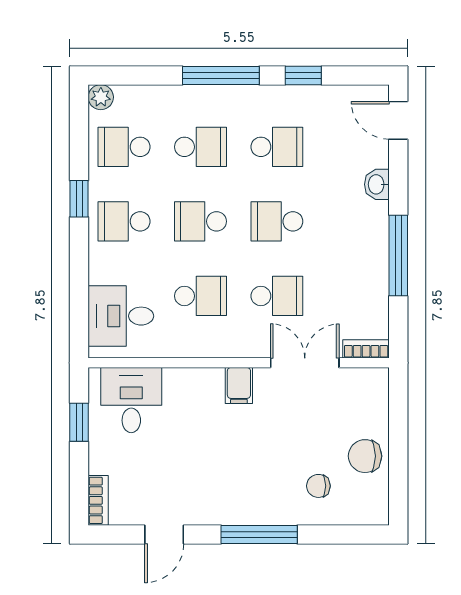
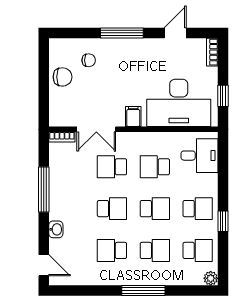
window: (303, 75) -> (97, 290), removed
school desk: (200, 147) -> (155, 250), turned 180
desk: (131, 400) -> (179, 103), width x1.87, depth x1.30

